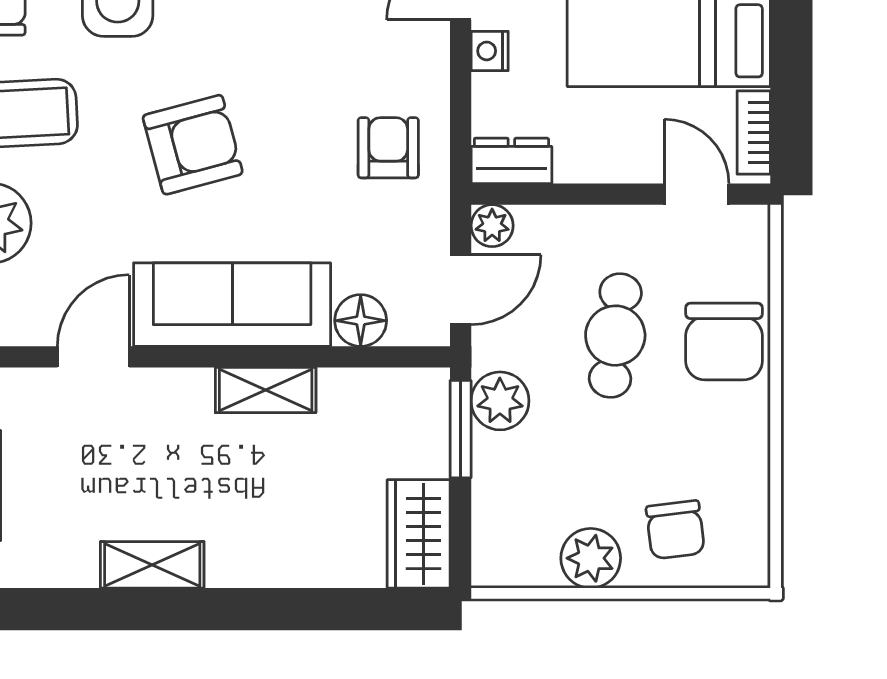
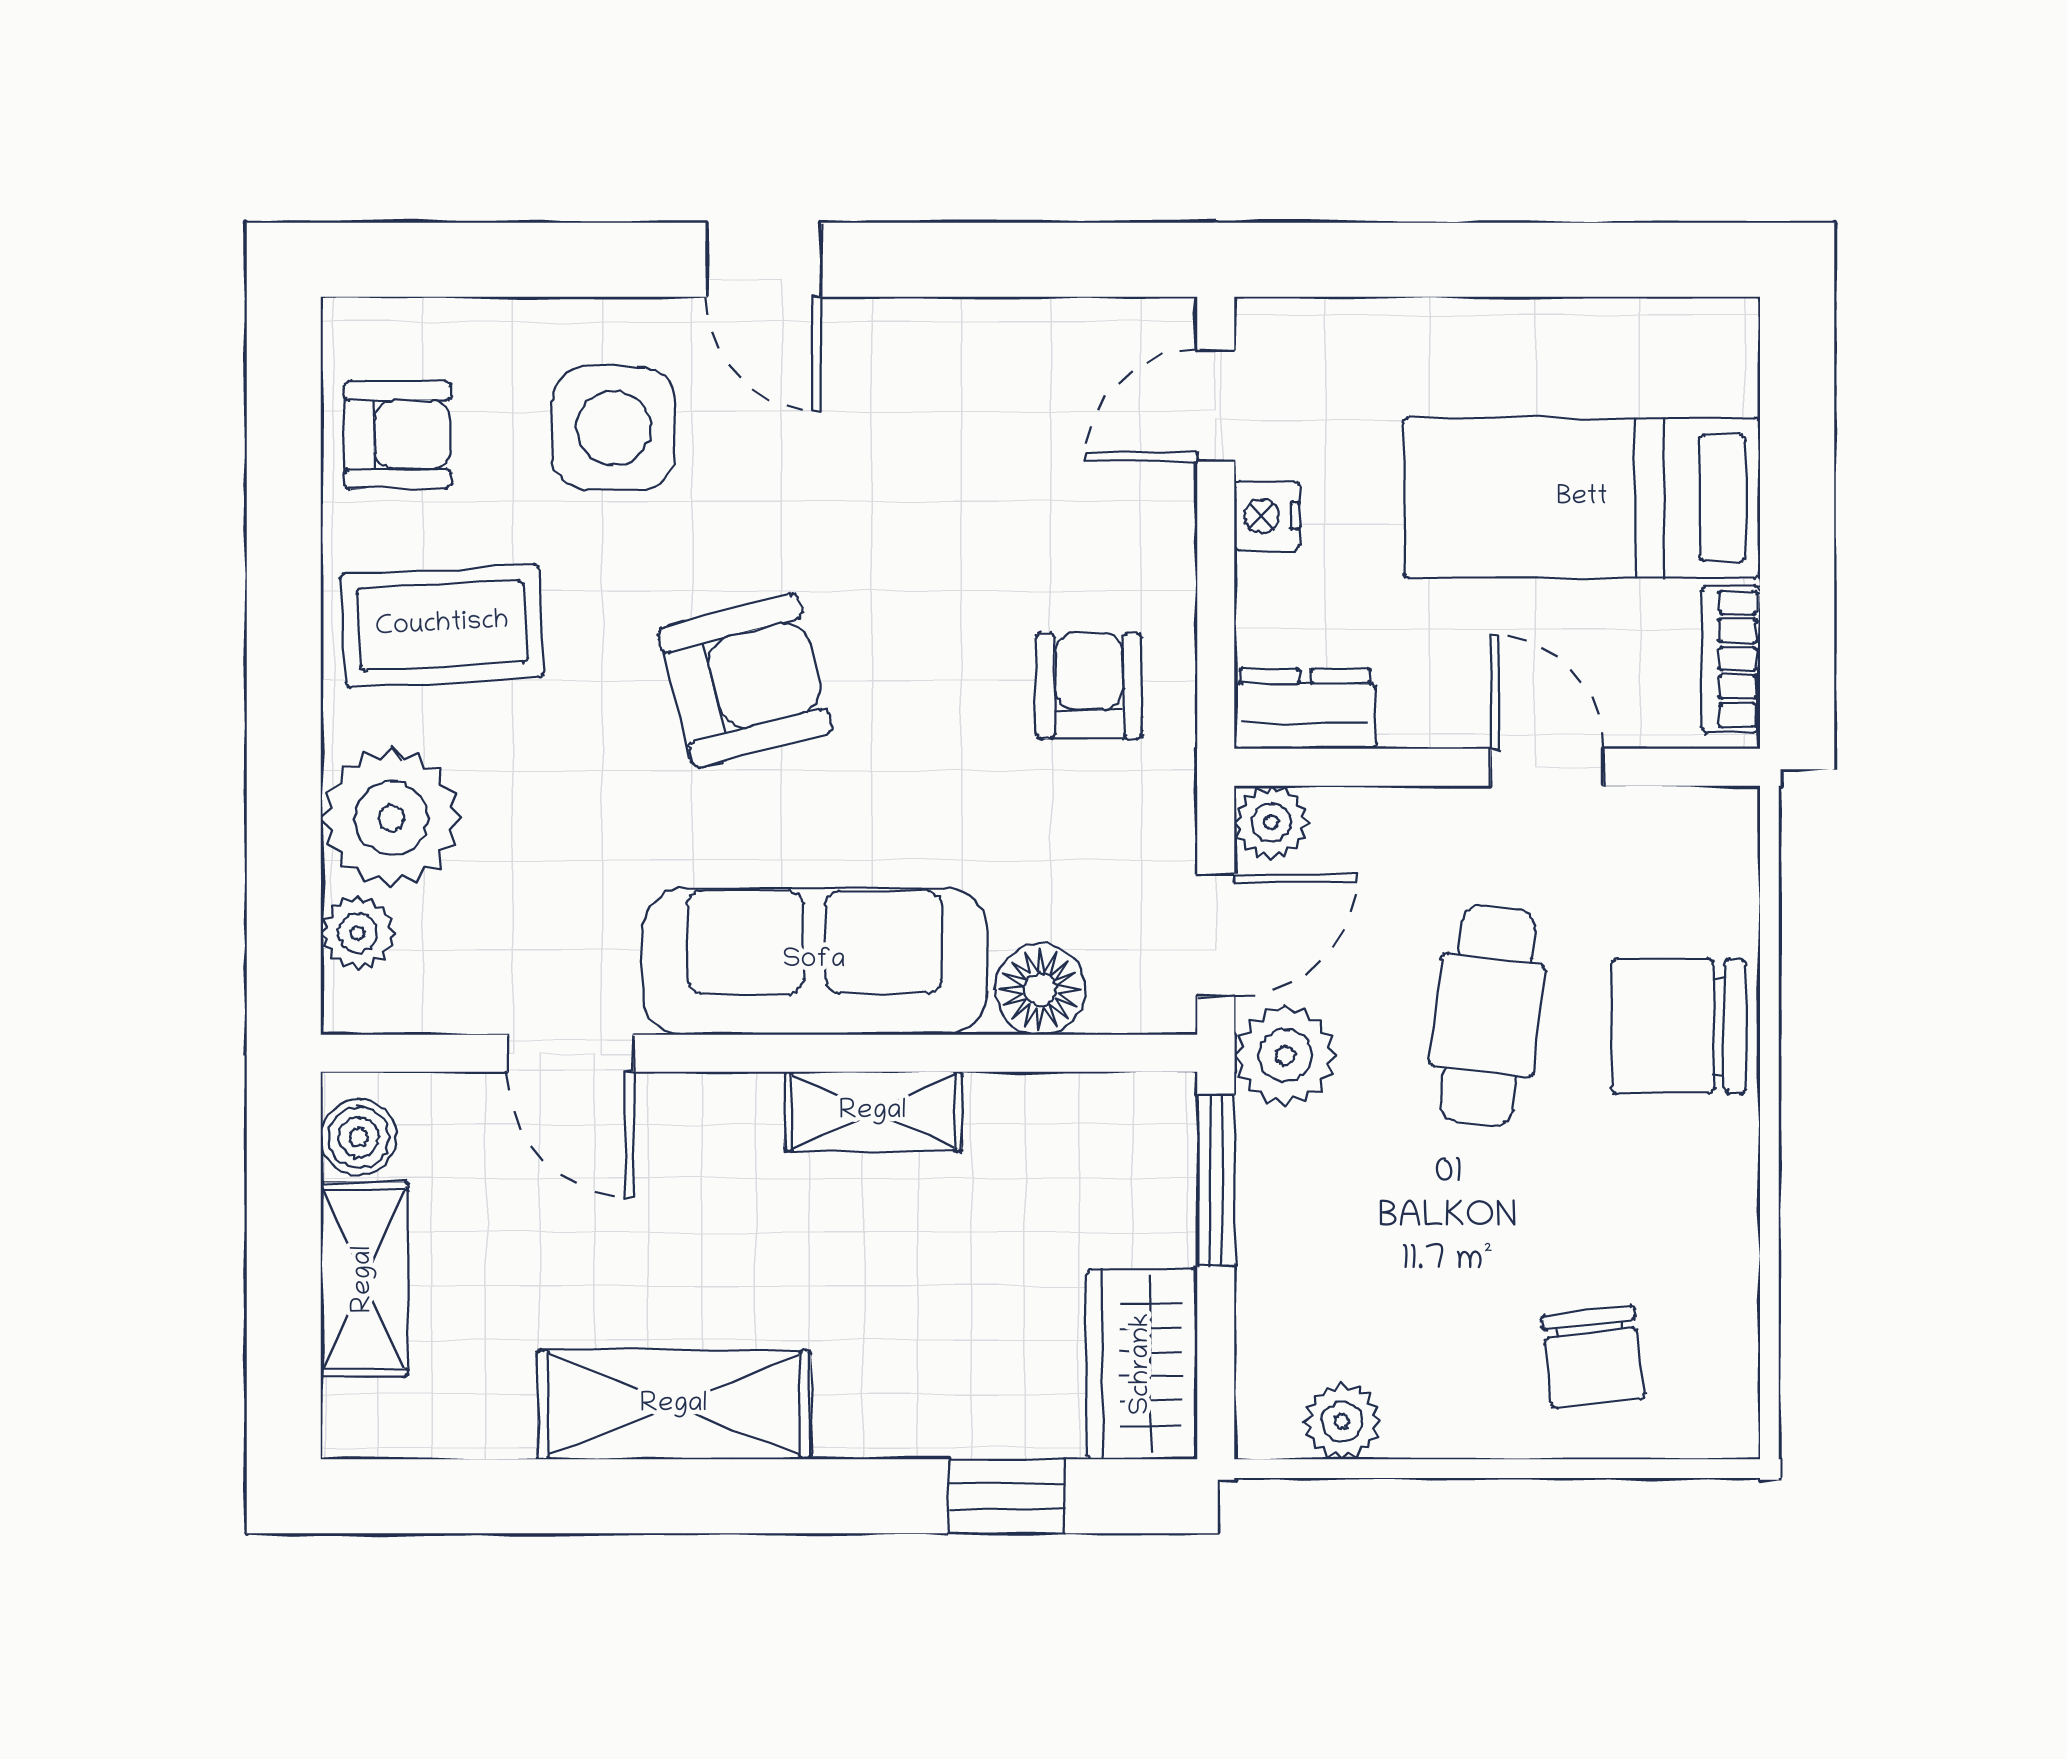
door: (697, 194) -> (1547, 767), moved
chair: (724, 342) -> (1679, 1026), turned 90
door: (93, 357) -> (570, 1053), swing flipped
plant: (500, 401) -> (1285, 1056), moved
plant: (591, 558) -> (1342, 1421), moved, width x0.73, depth x0.73
shelving: (152, 565) -> (674, 1405), width x1.50, depth x1.33
window: (342, 609) -> (1007, 1496), added

